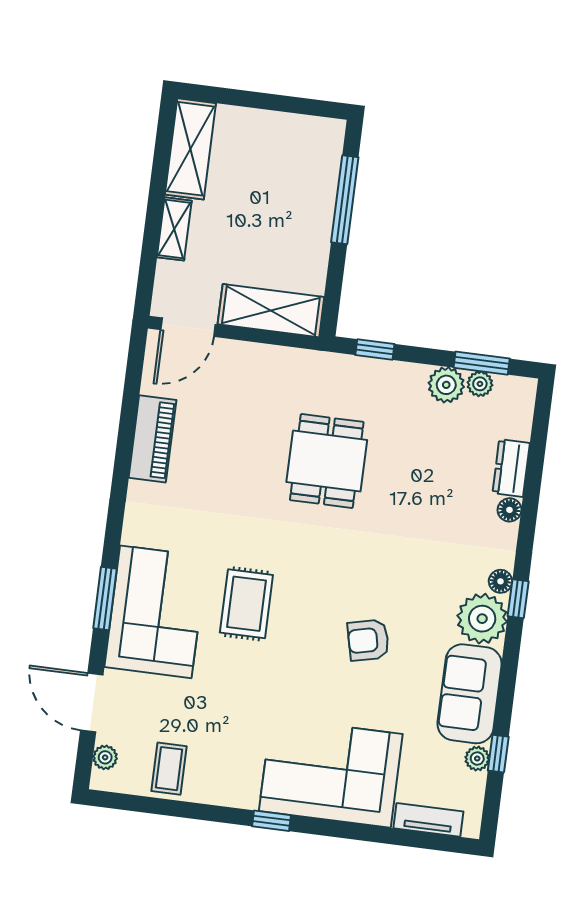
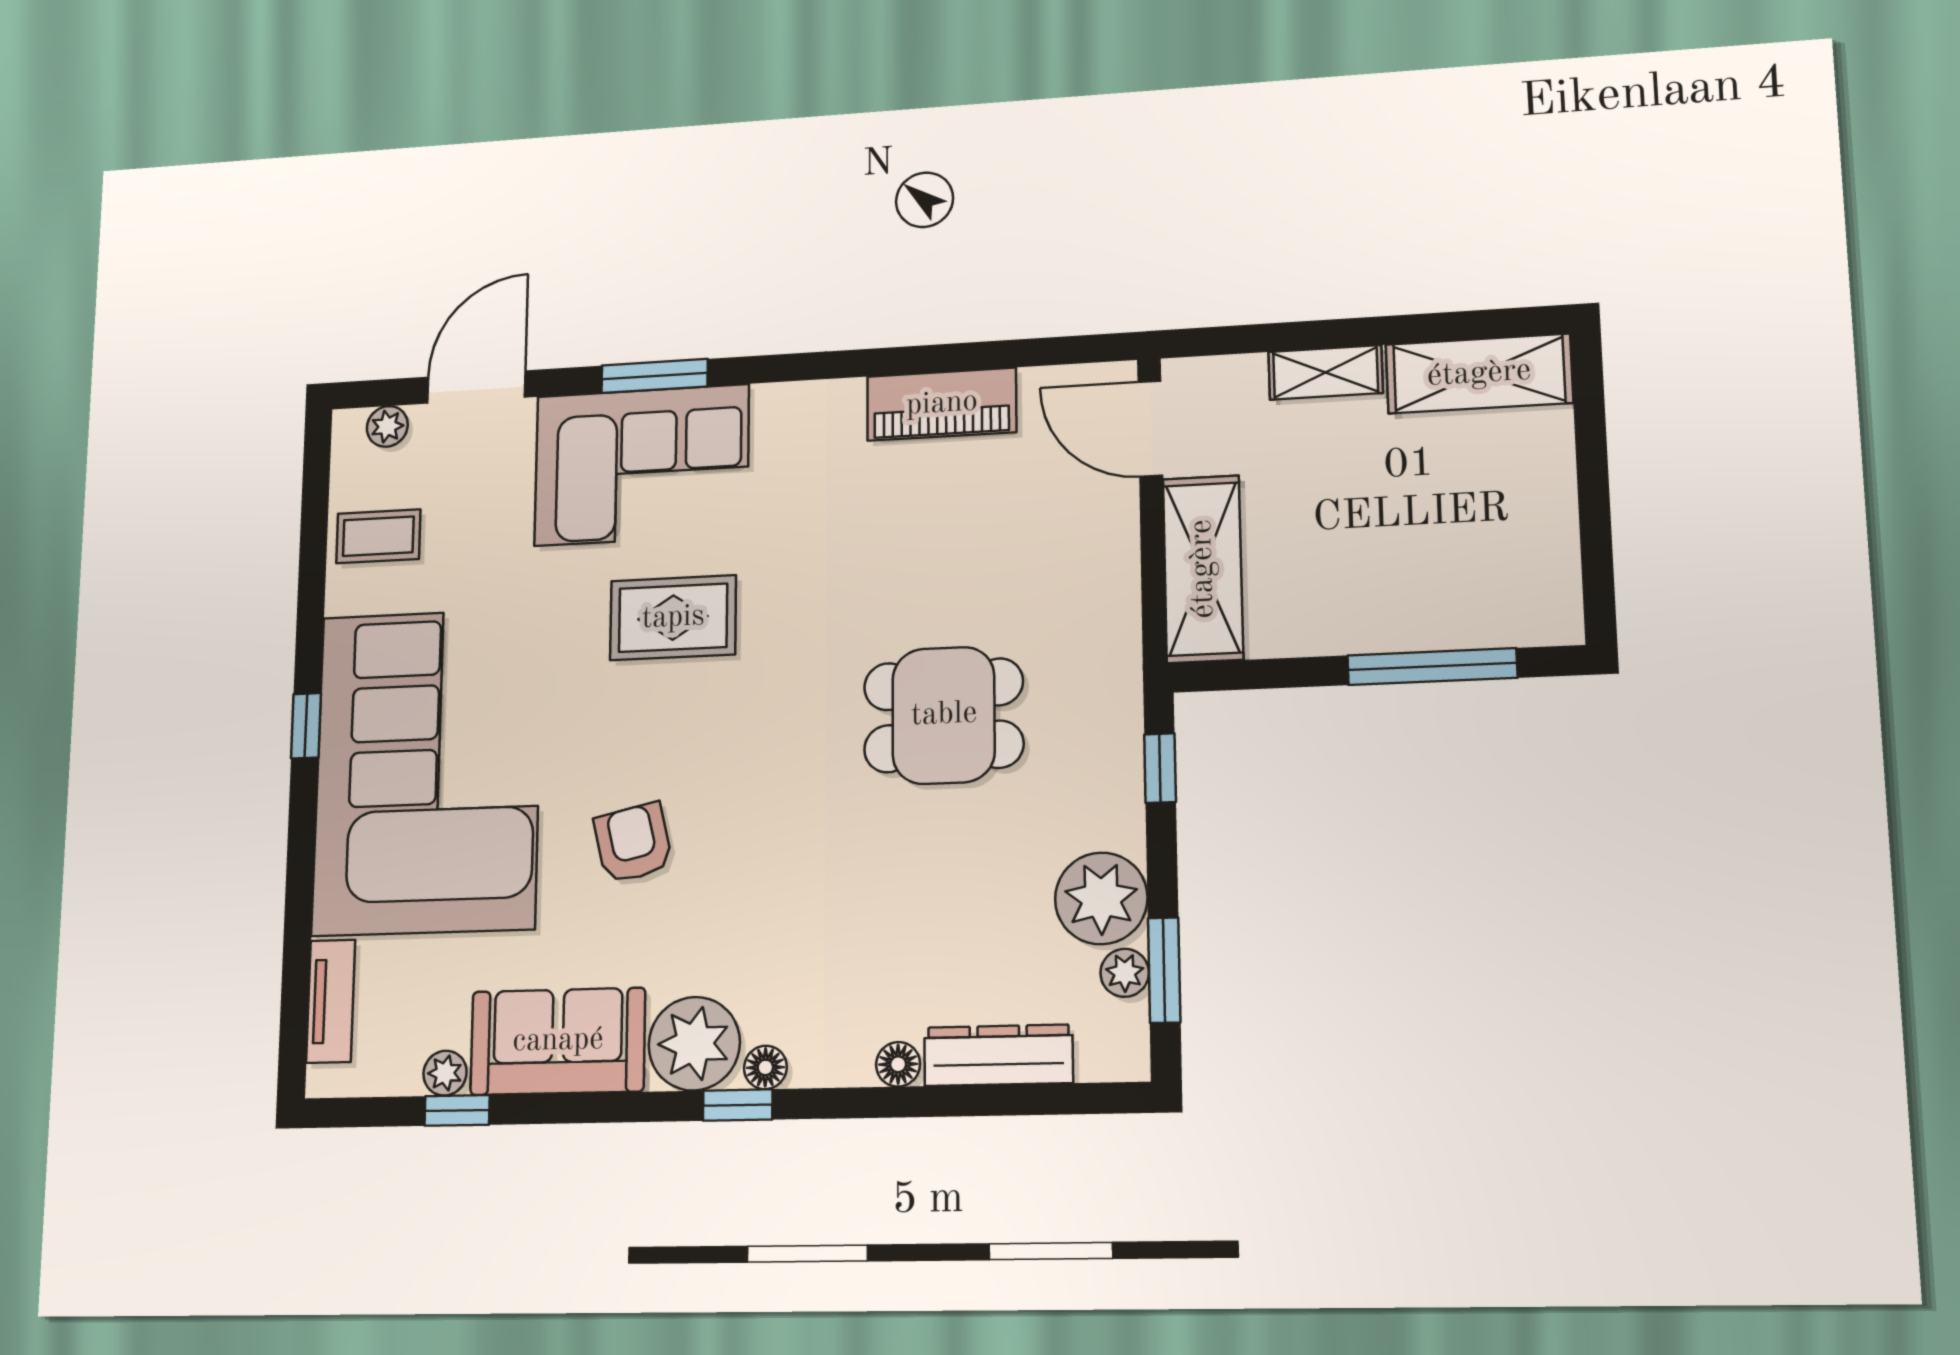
plant: (446, 385) -> (1101, 898), width x1.36, depth x1.36
dresser: (511, 468) -> (998, 1055), width x1.44
corner sofa: (331, 773) -> (427, 771), width x1.36, depth x1.36

